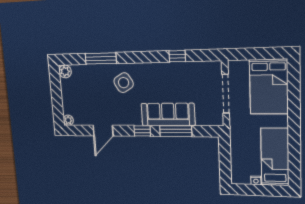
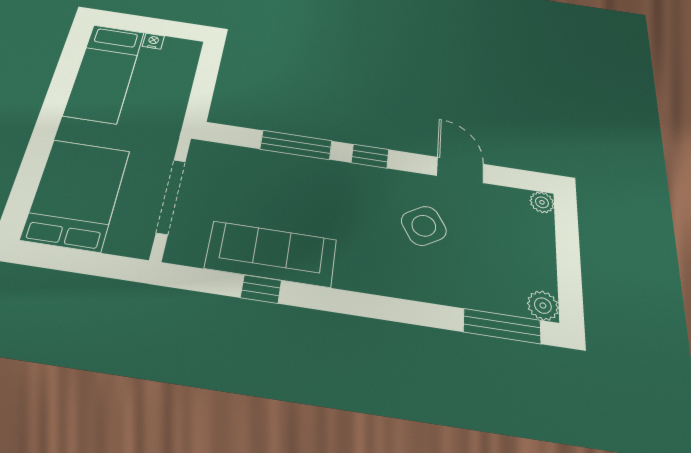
window: (101, 58) -> (502, 326), moved
side table: (124, 83) -> (424, 226), moved
sofa: (168, 115) -> (271, 254), moved, turned 180
door: (103, 131) -> (460, 170), hinge flipped

